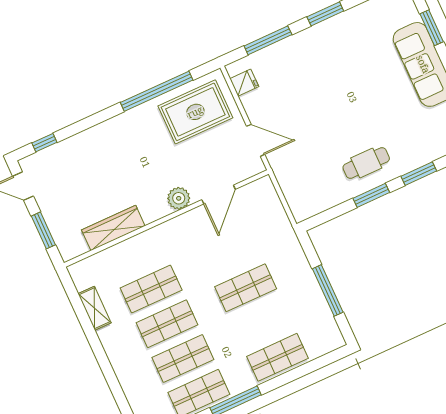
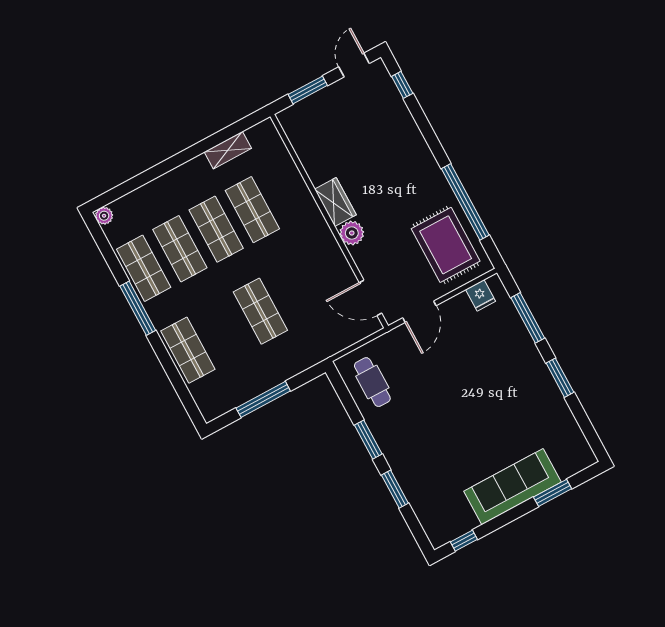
cafe table: (366, 163) -> (372, 382), moved
door: (219, 195) -> (371, 298), moved
wardrobe: (113, 228) -> (335, 202), moved, width x0.67

